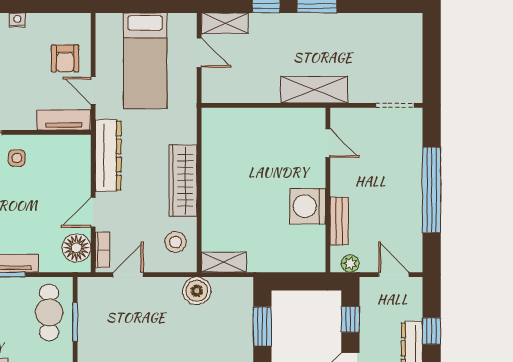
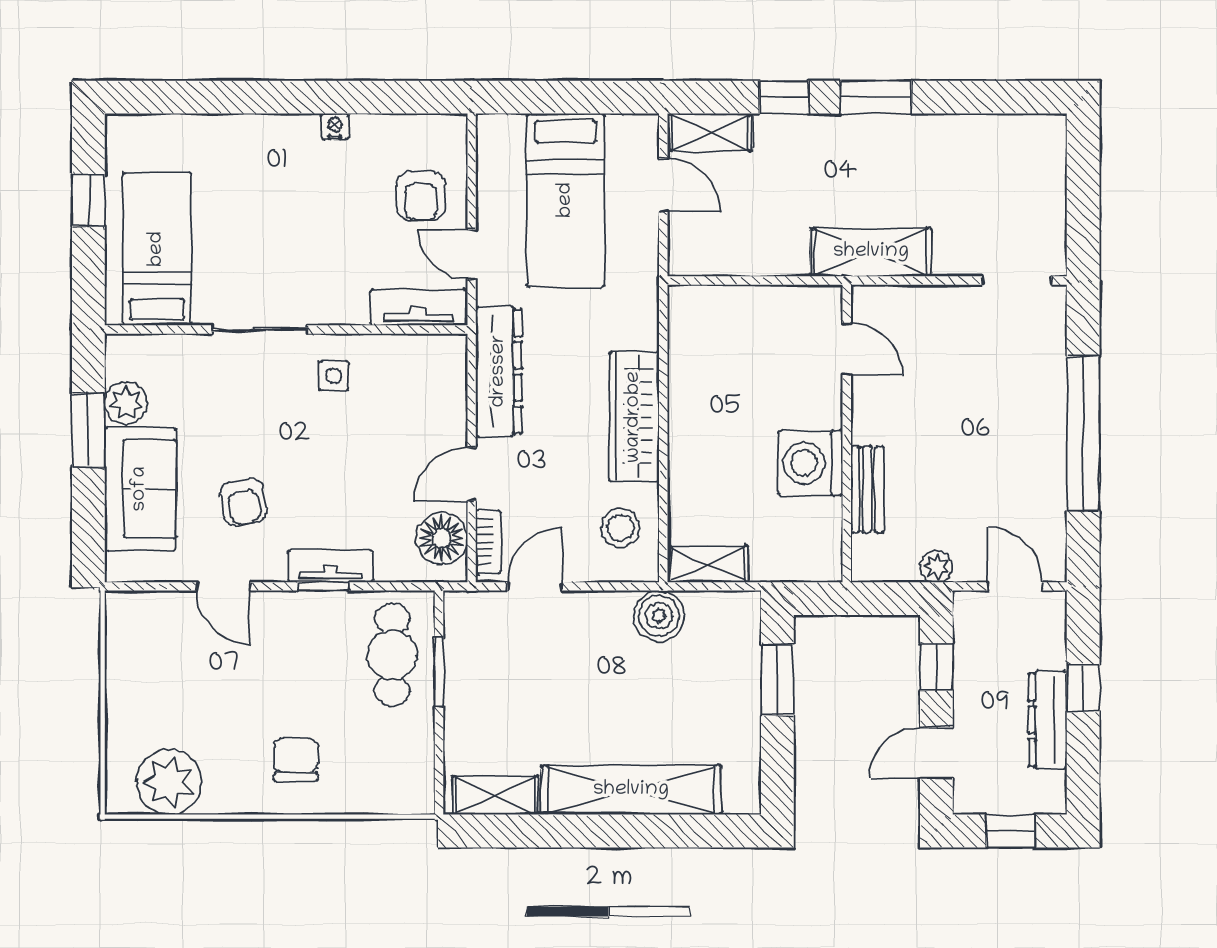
door: (328, 143) -> (847, 349), moved
wall: (328, 190) -> (847, 433), moved
washing machine: (308, 206) -> (810, 463), moved
bench: (339, 221) -> (867, 489), moved

